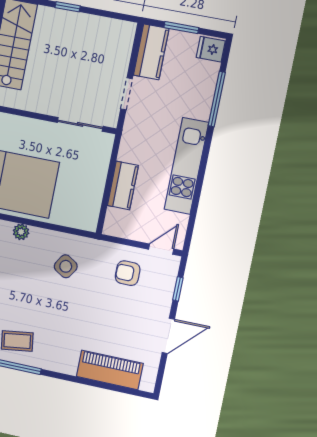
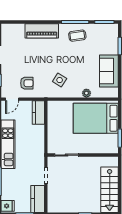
kitchen counter: (123, 185) -> (38, 113), moved
piano: (110, 370) -> (42, 31), moved

